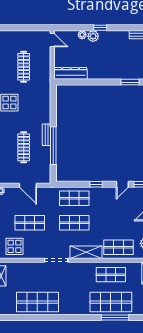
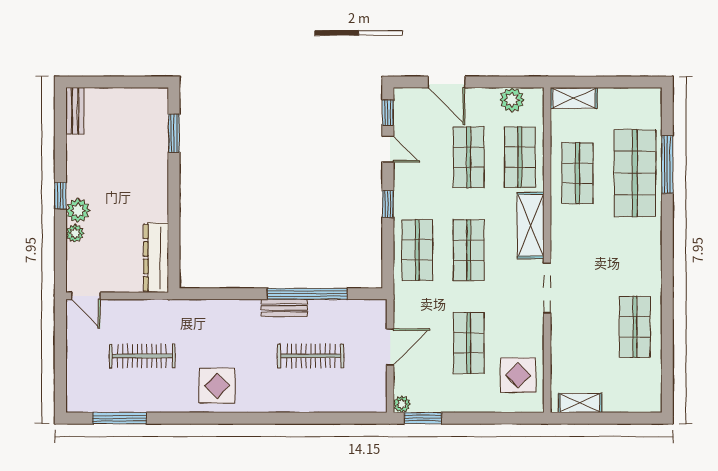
door: (52, 40) -> (86, 296), swing flipped
shop shelf: (119, 223) -> (469, 157), added
shop shelf: (37, 302) -> (635, 327), width x0.70, depth x0.74

